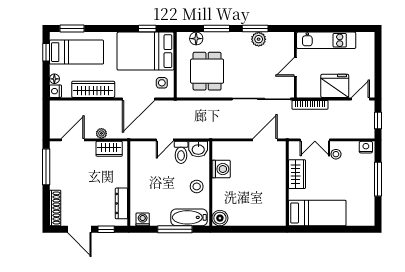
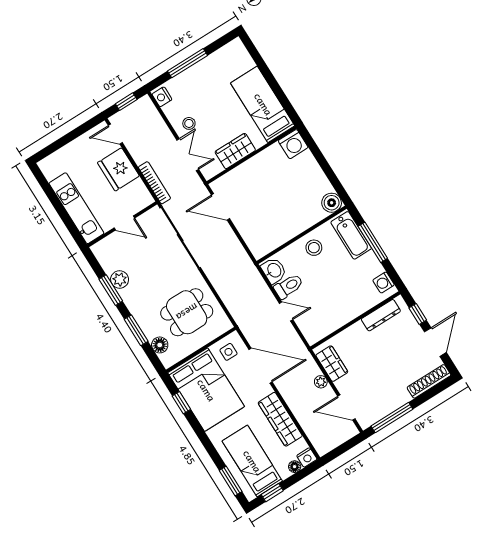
washing machine: (221, 169) -> (293, 144), moved, turned 180

